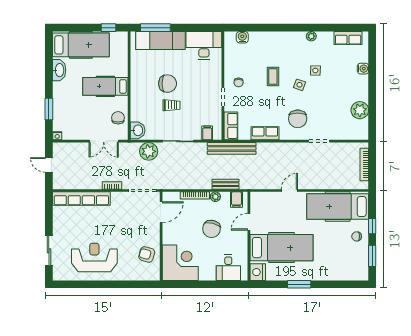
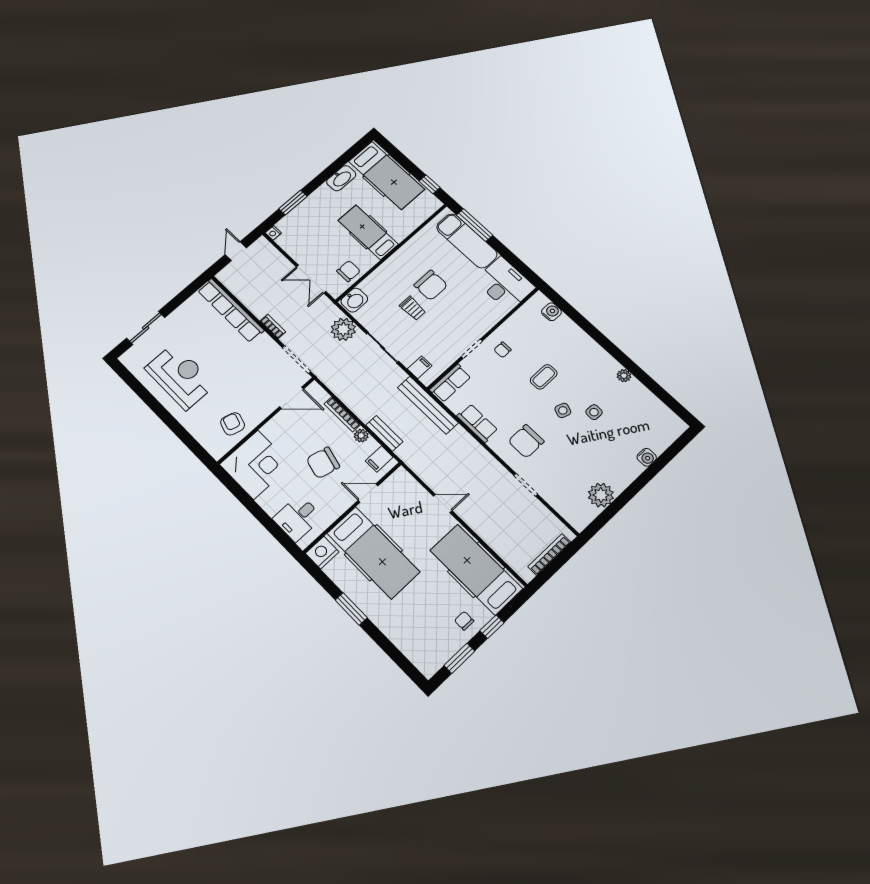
row of seats: (348, 38) -> (661, 413), removed

